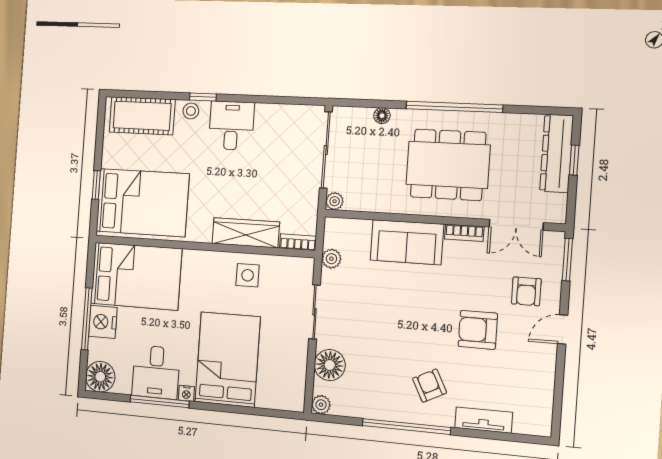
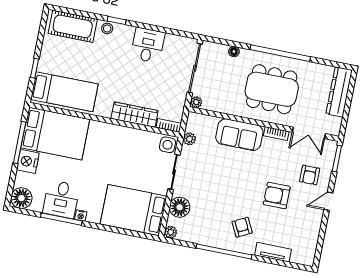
desk: (231, 126) -> (148, 45), moved
window: (574, 160) -> (349, 98), removed
bed: (142, 203) -> (64, 92), width x0.67
side table: (248, 275) -> (167, 145), moved
window: (87, 319) -> (20, 143), moved
bed: (228, 359) -> (133, 210), moved, turned -90

